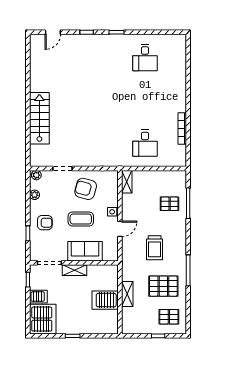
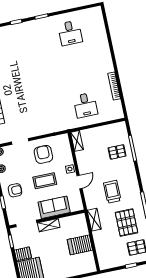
armchair: (86, 189) -> (43, 154), turned 75
trolley: (155, 248) -> (112, 192), turned 180
pallet: (163, 286) -> (127, 223), turned 90
shelving: (127, 294) -> (94, 220), moved

